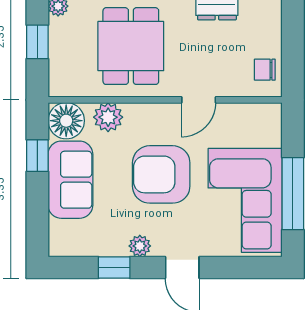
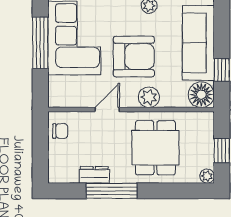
plant: (108, 117) -> (149, 97), moved
sofa: (70, 180) -> (198, 43), width x1.36

